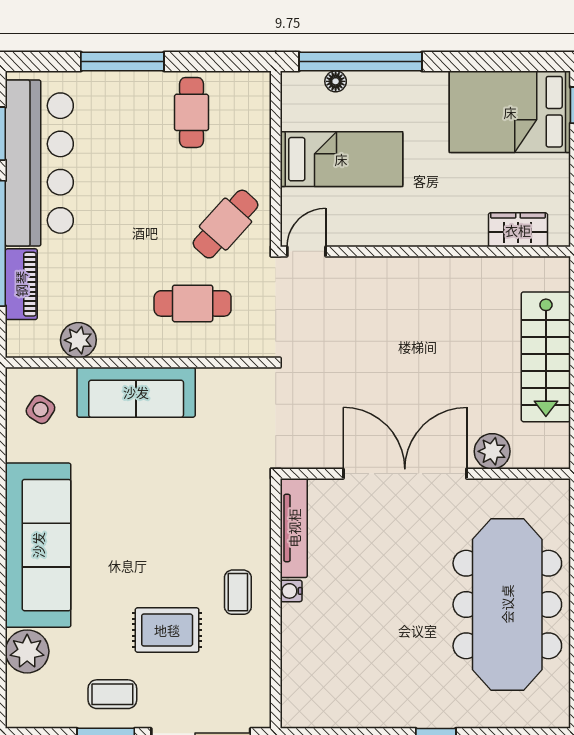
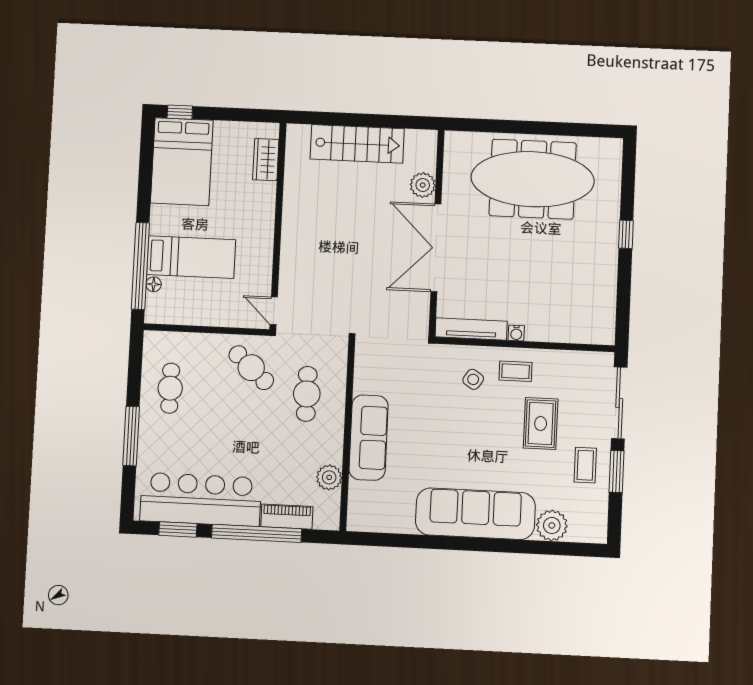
cafe table: (192, 112) -> (170, 388), turned 90
bed: (341, 159) -> (191, 257), moved, turned 90
side table: (40, 409) -> (473, 379), moved

